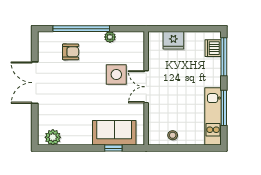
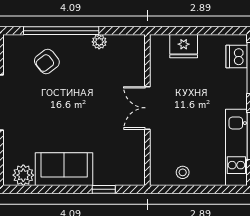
armchair: (71, 52) -> (47, 62), turned 142
side table: (116, 75) -> (108, 92), removed
sofa: (114, 133) -> (64, 169), moved

